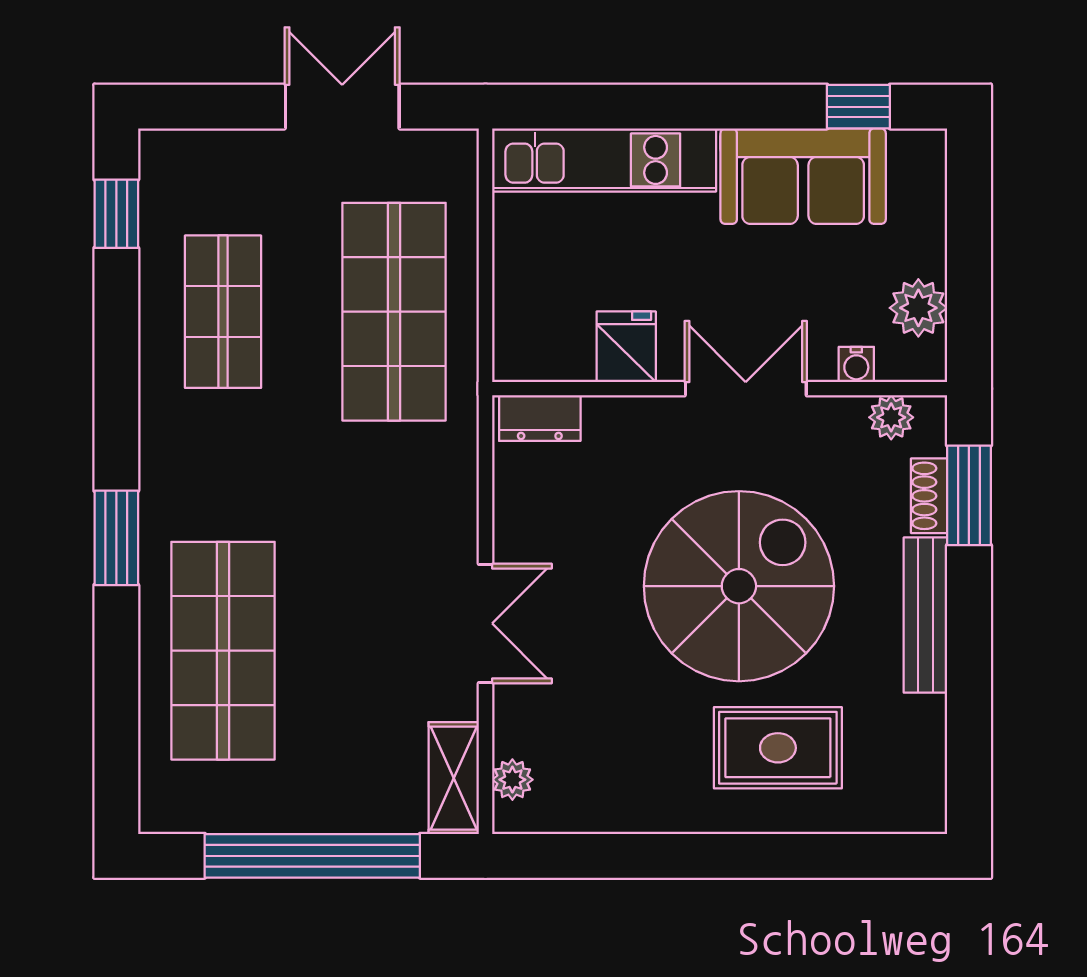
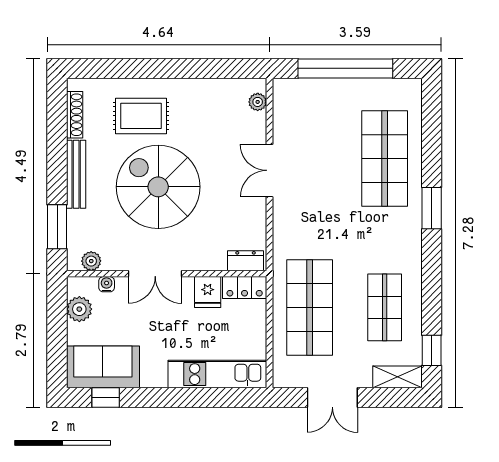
sofa: (803, 176) -> (103, 367), moved
locker: (542, 357) -> (245, 288), added
shoe rack: (929, 496) -> (75, 115), moved, width x1.43
spiral stairs: (739, 586) -> (158, 187), turned 90
shelving: (454, 778) -> (397, 377), moved, turned 90

